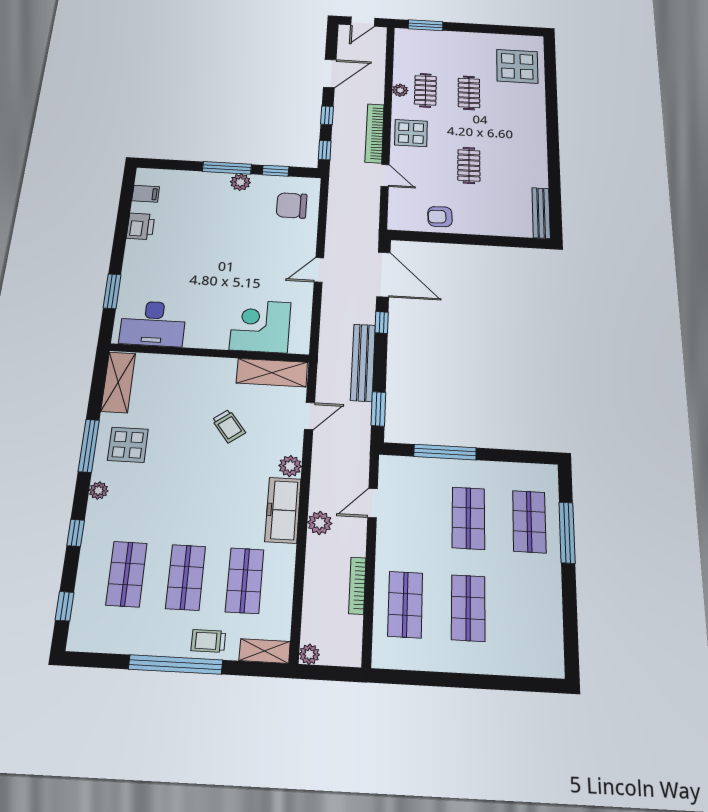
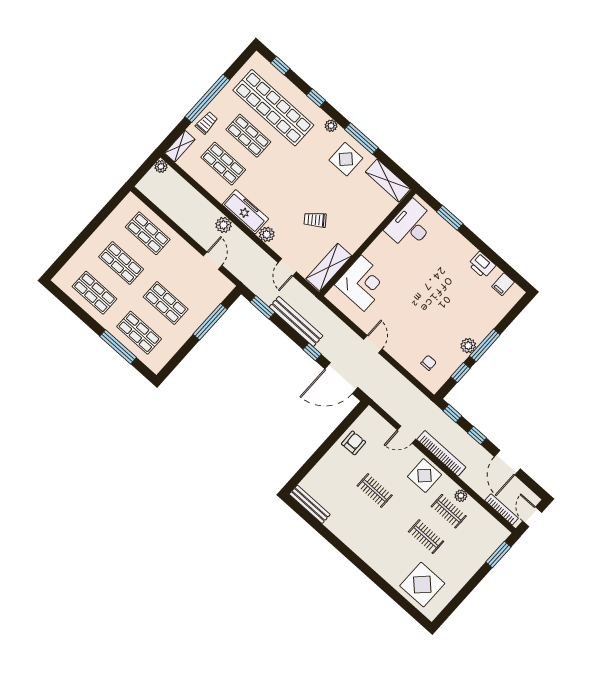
chair: (292, 205) -> (429, 363), width x0.54, depth x0.54
shop shelf: (126, 574) -> (273, 108), width x2.00, depth x1.36
bookcase: (357, 586) -> (502, 509), moved
shop shelf: (531, 612) -> (94, 293), added

